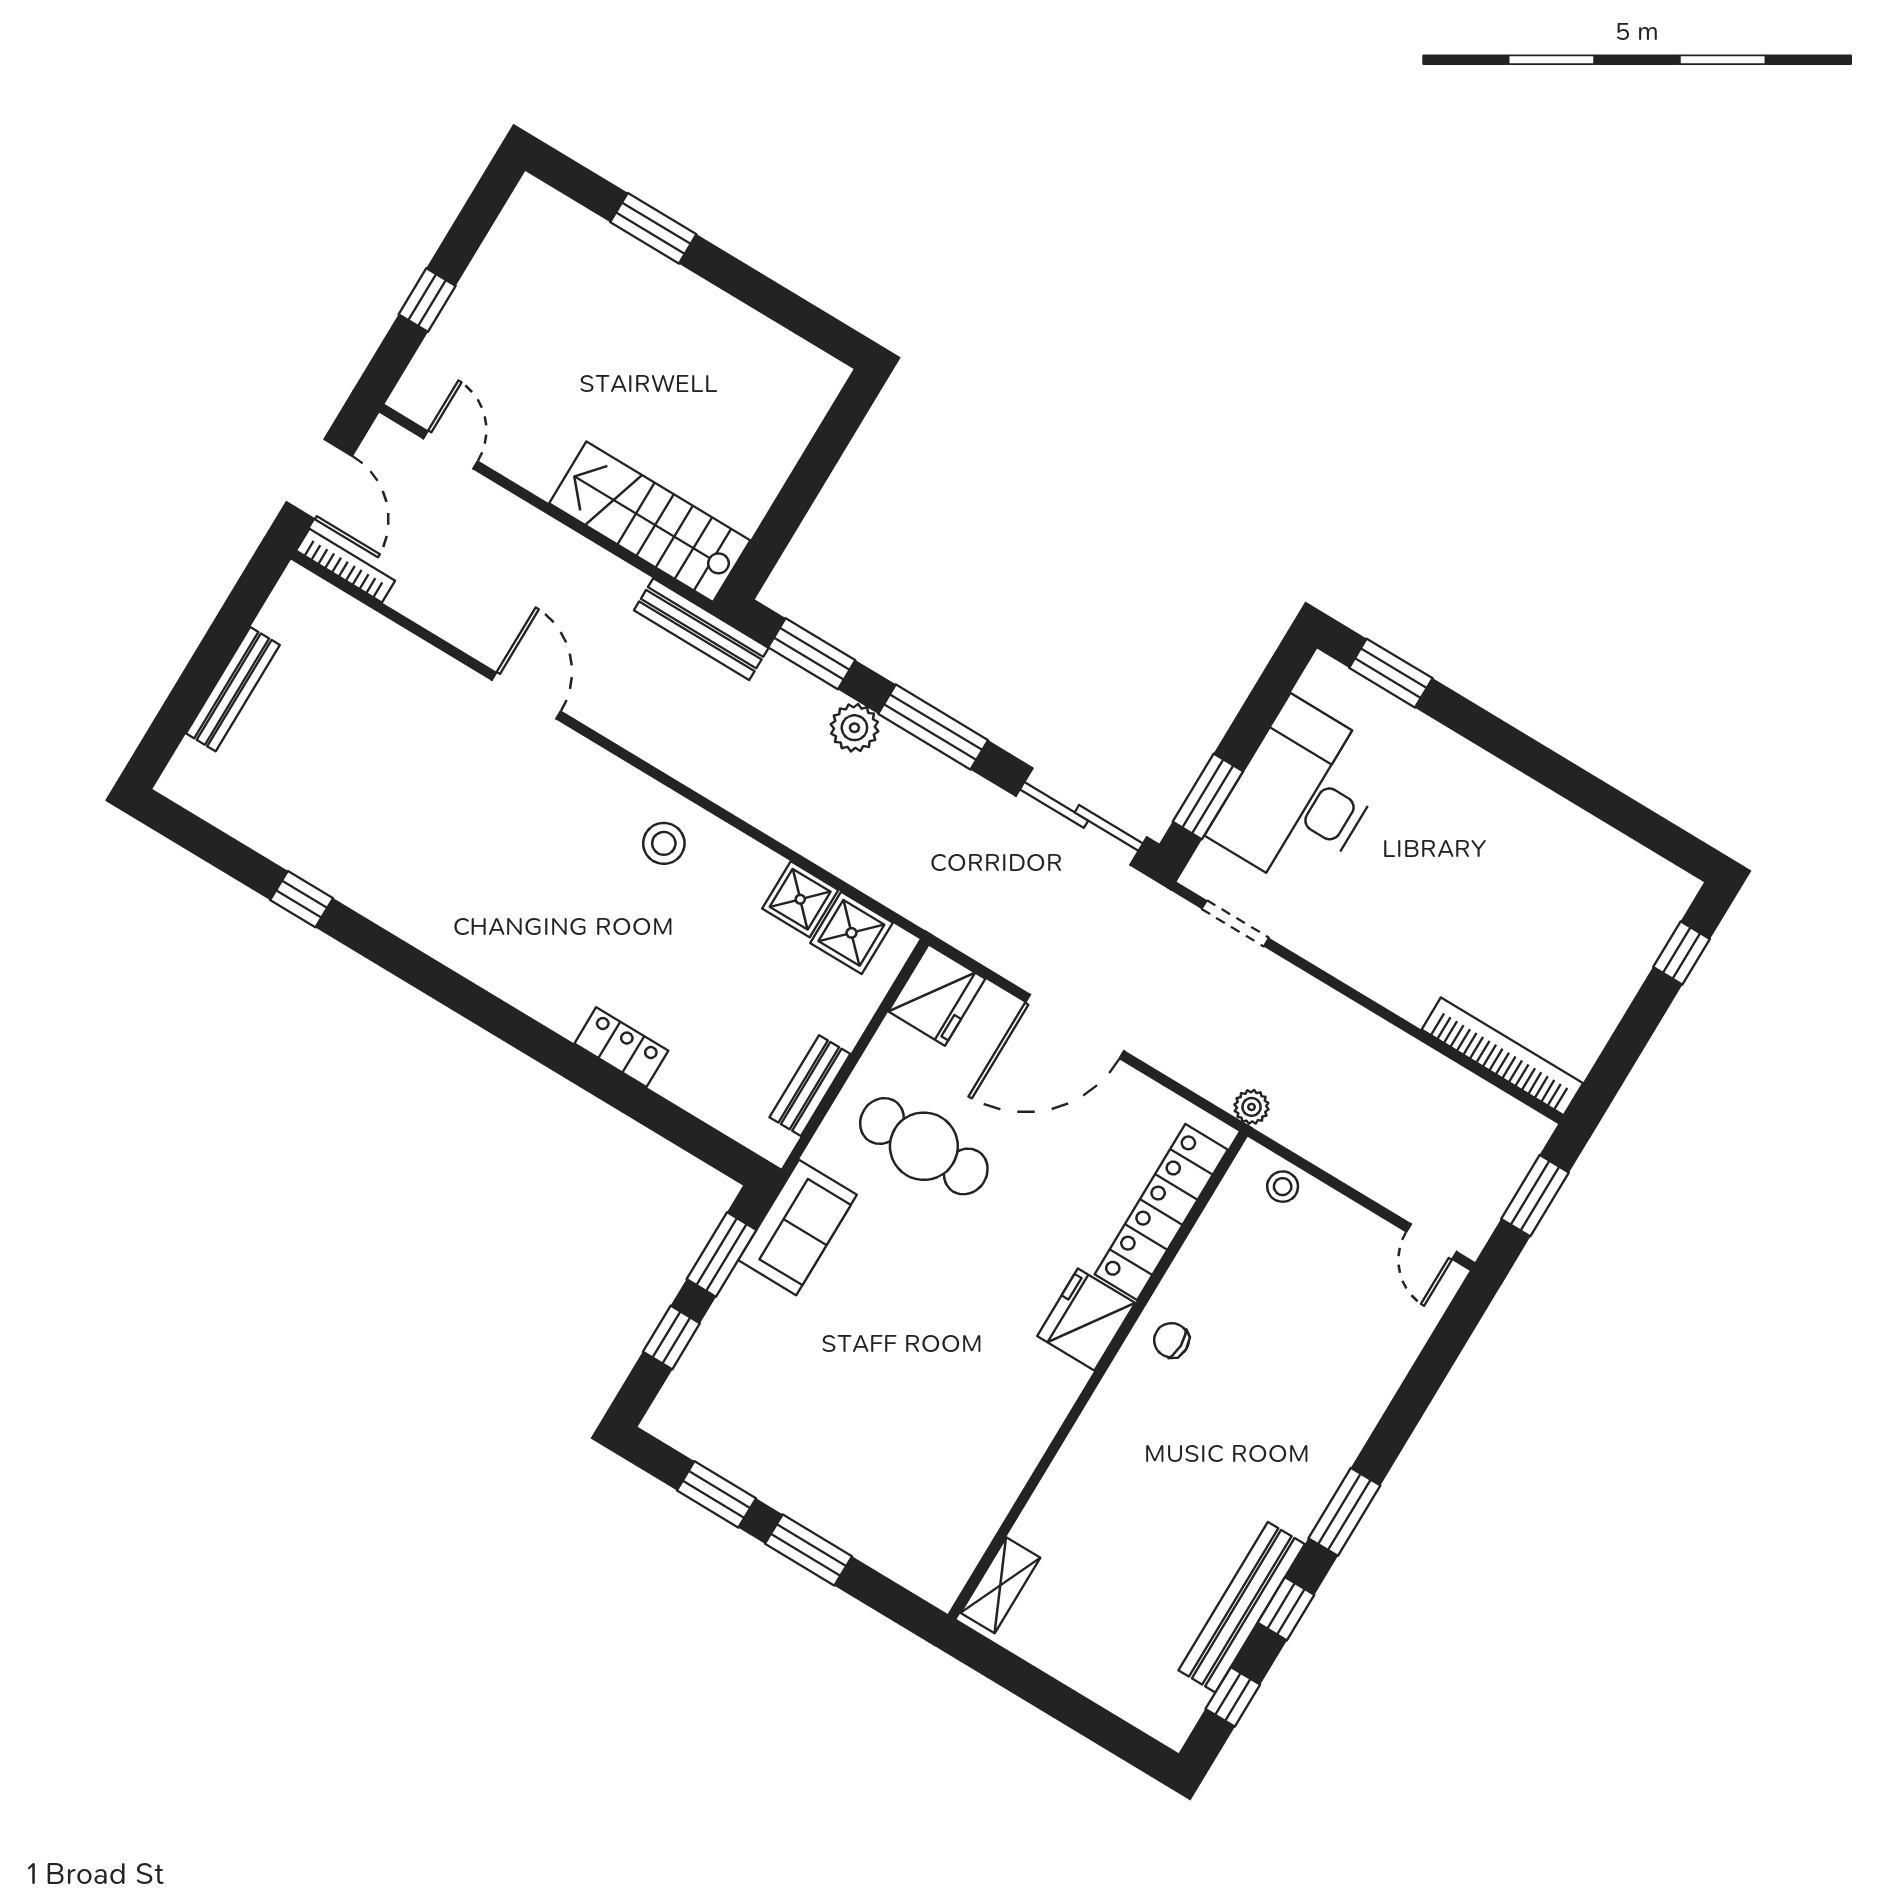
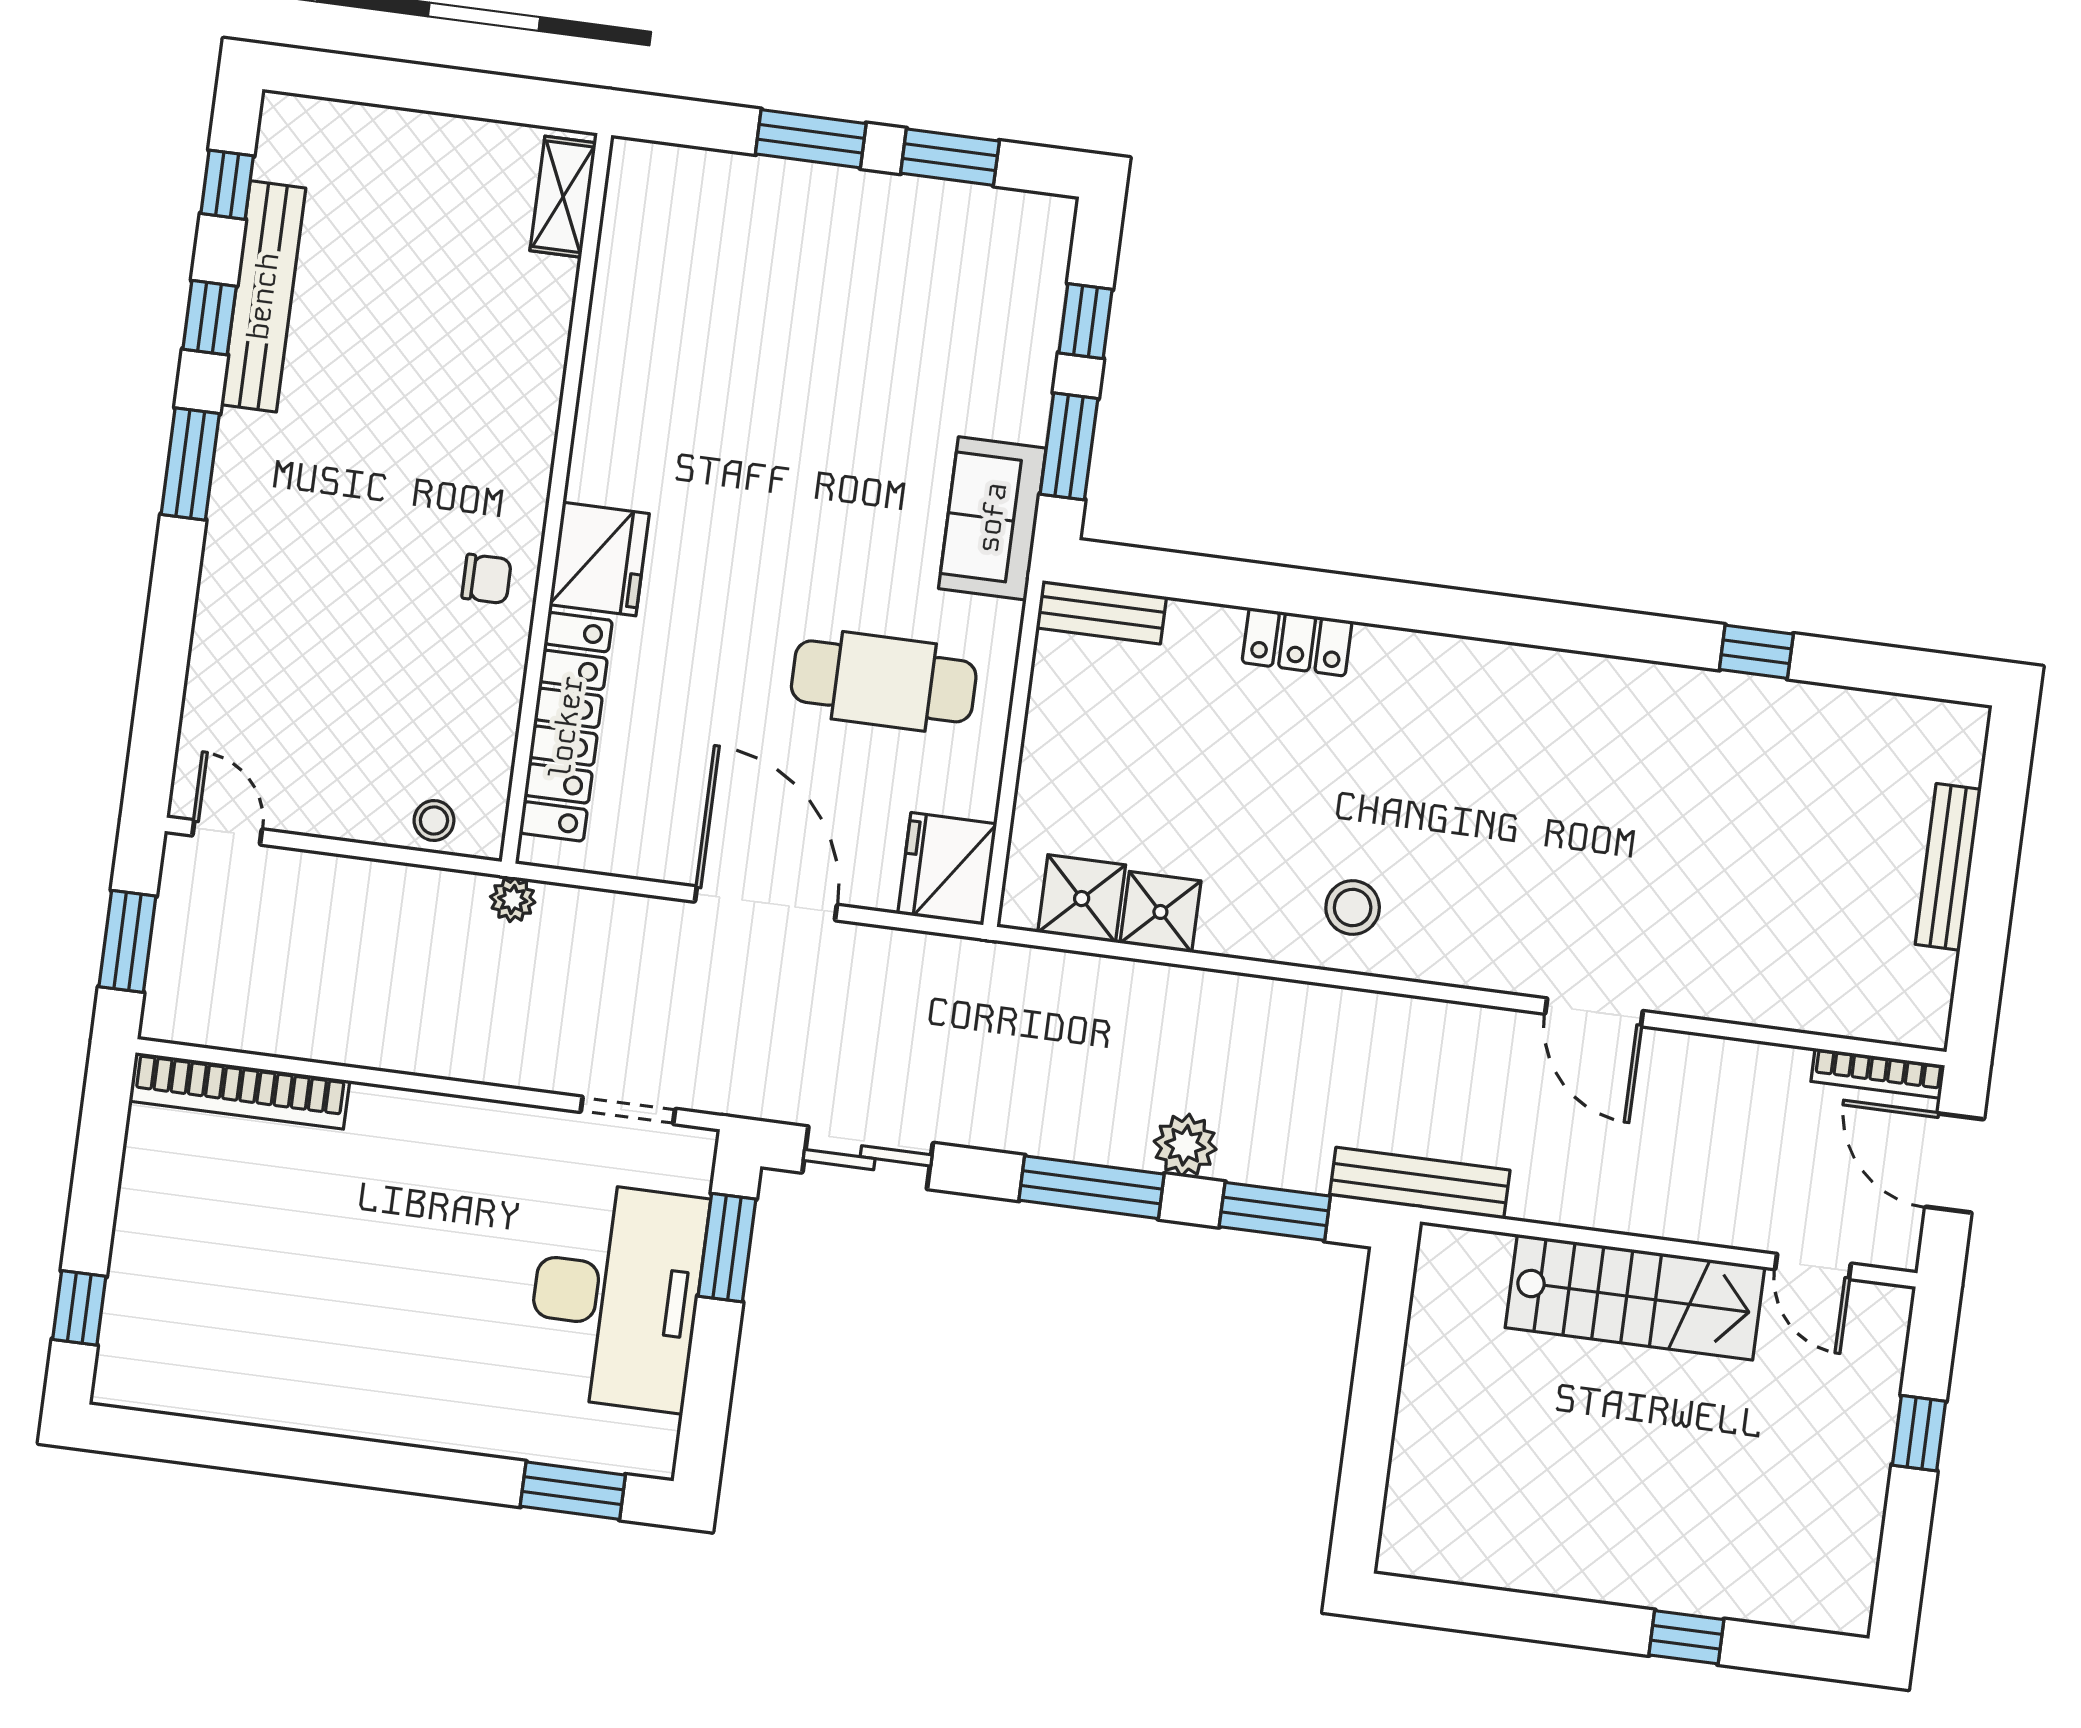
window: (653, 228) -> (1686, 1637), width x0.67
stairs: (650, 522) -> (1635, 1297), moved
sliding door: (1081, 816) -> (868, 1158), width x0.73
door: (1075, 1026) -> (766, 903), hinge flipped
bench: (810, 1086) -> (1101, 612), moved, turned 90

